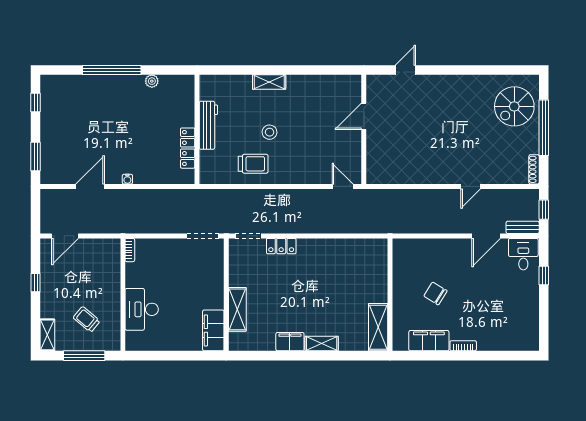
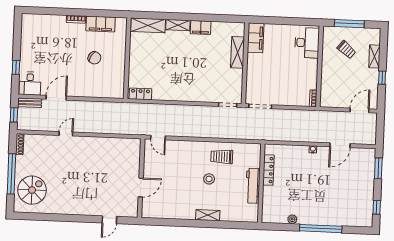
locker: (281, 246) -> (140, 94), moved
desk: (142, 309) -> (307, 43), moved
shelving: (378, 327) -> (148, 25), moved, turned 90
shelving: (47, 335) -> (374, 56), moved

